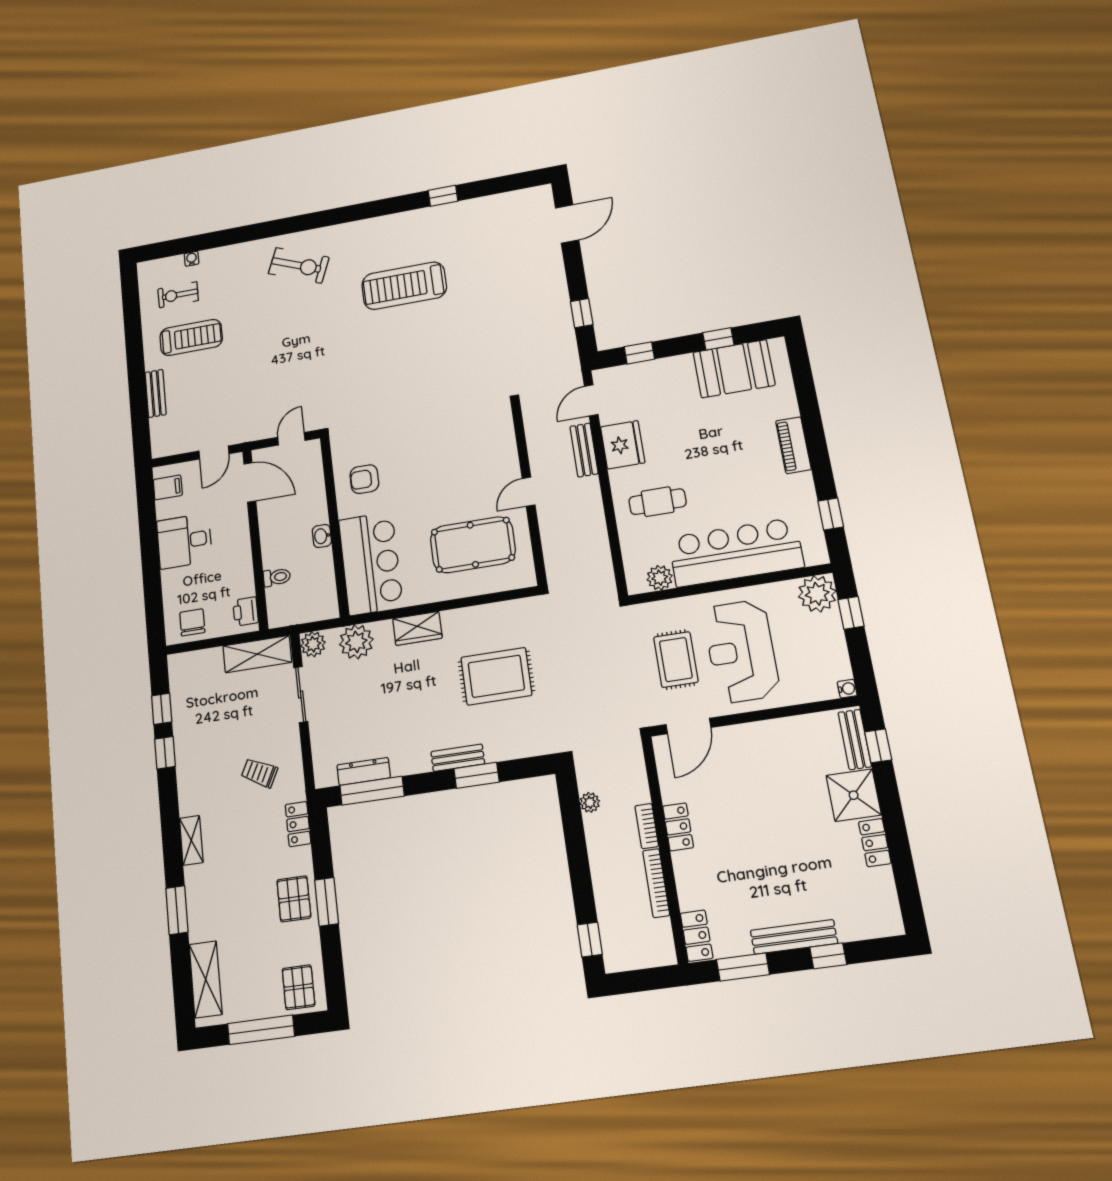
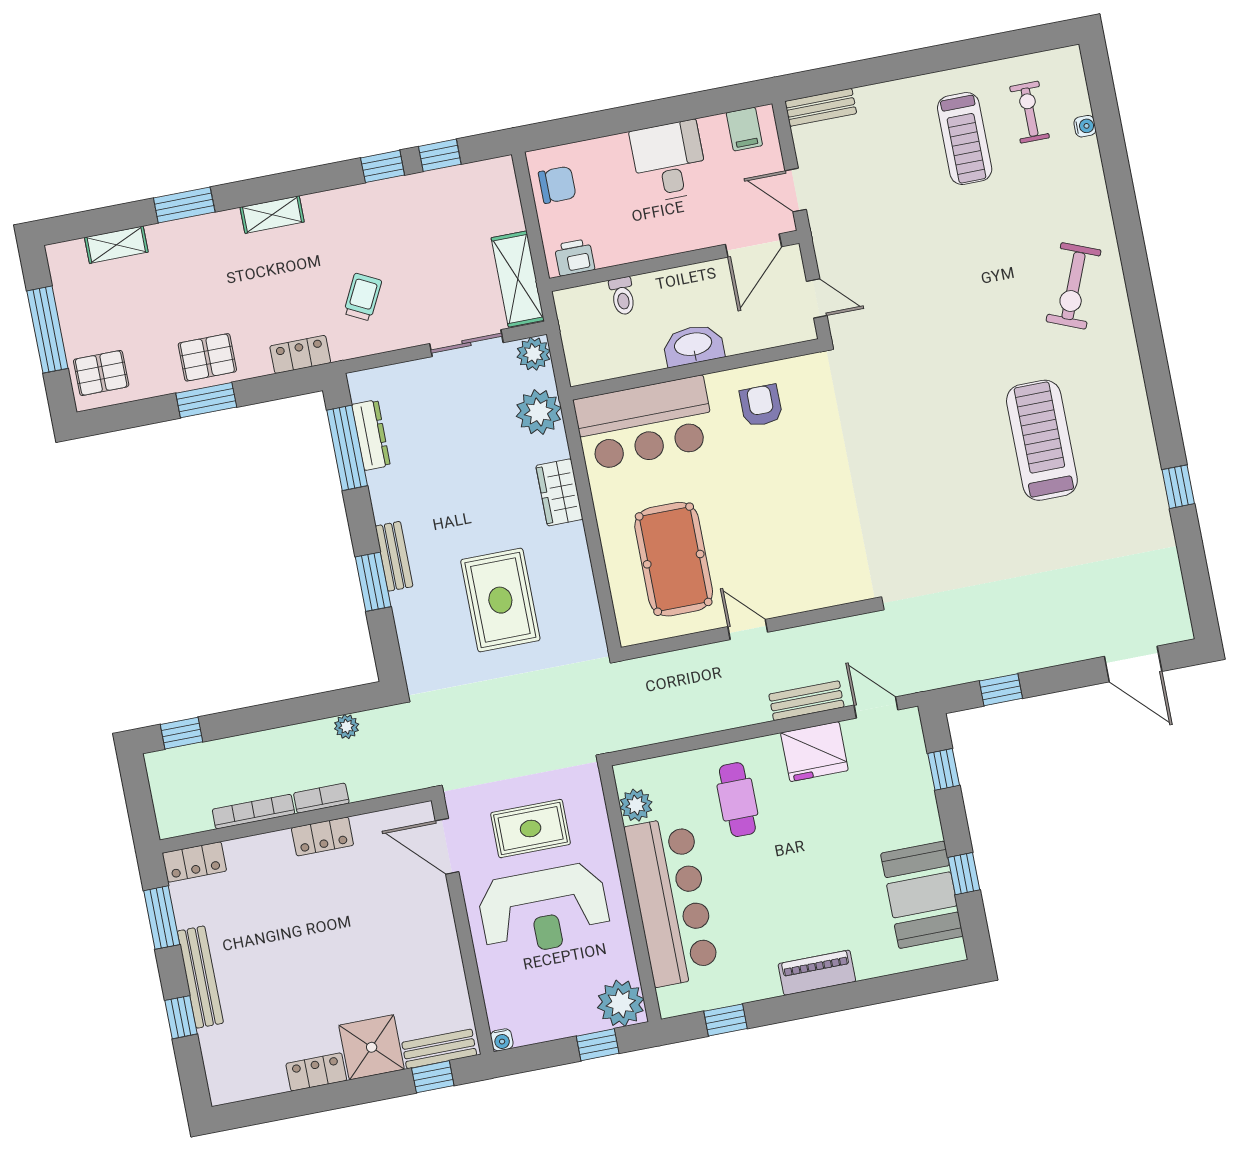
bench: (156, 393) -> (821, 107), moved
washbasin: (322, 536) -> (693, 345), width x1.91, depth x1.45
reception desk: (741, 651) -> (544, 910), turned 180
shelving: (206, 979) -> (116, 245), width x0.67, depth x0.75

